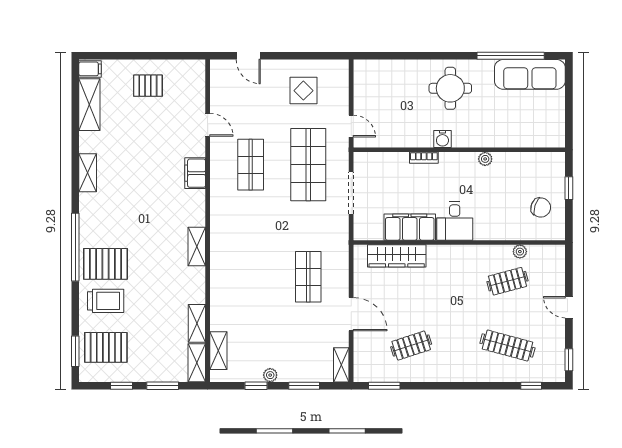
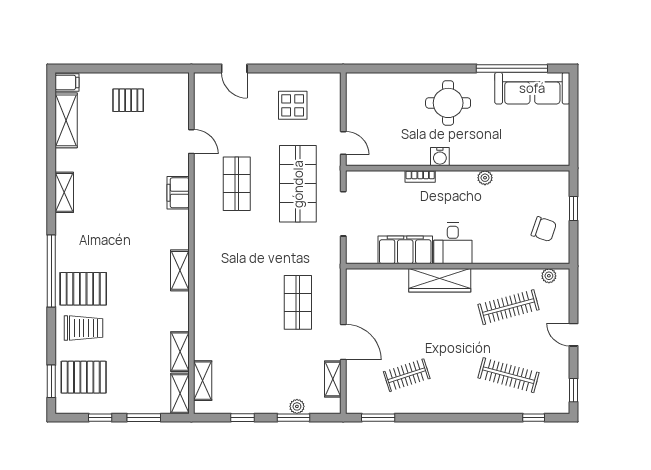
plant: (520, 252) -> (549, 276), moved
wardrobe: (397, 256) -> (440, 280), moved
clothes rail: (507, 281) -> (509, 307), width x1.36
shelving: (341, 365) -> (333, 379), moved
plant: (270, 375) -> (297, 406), moved

